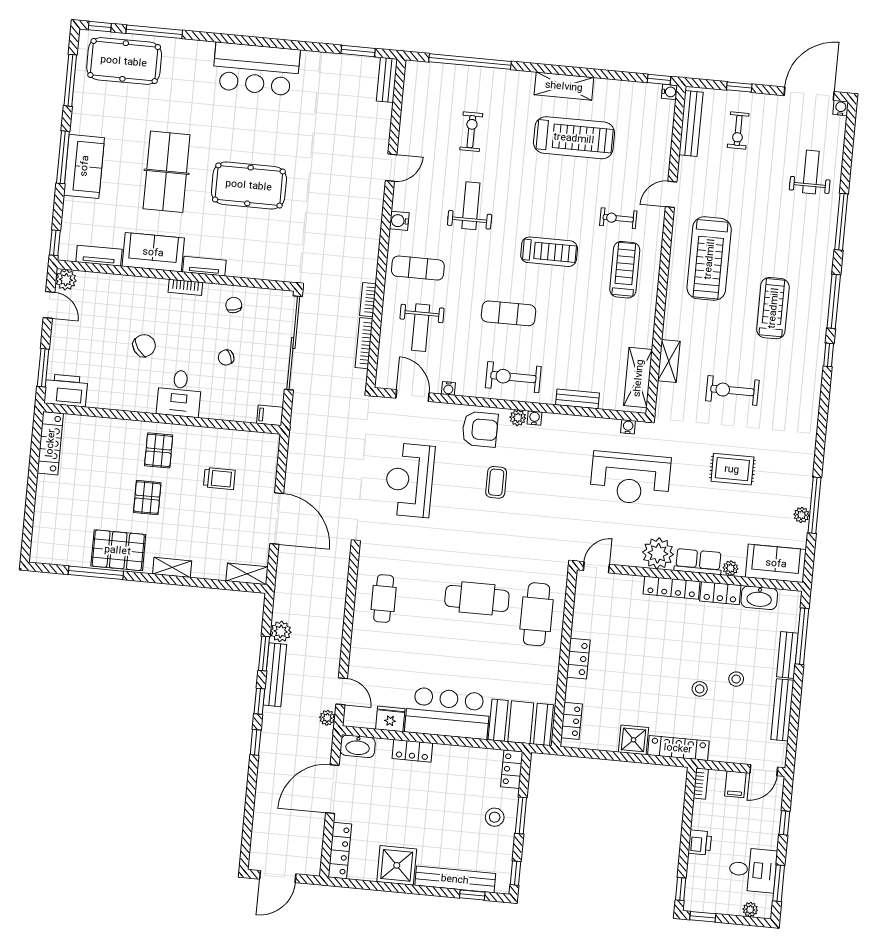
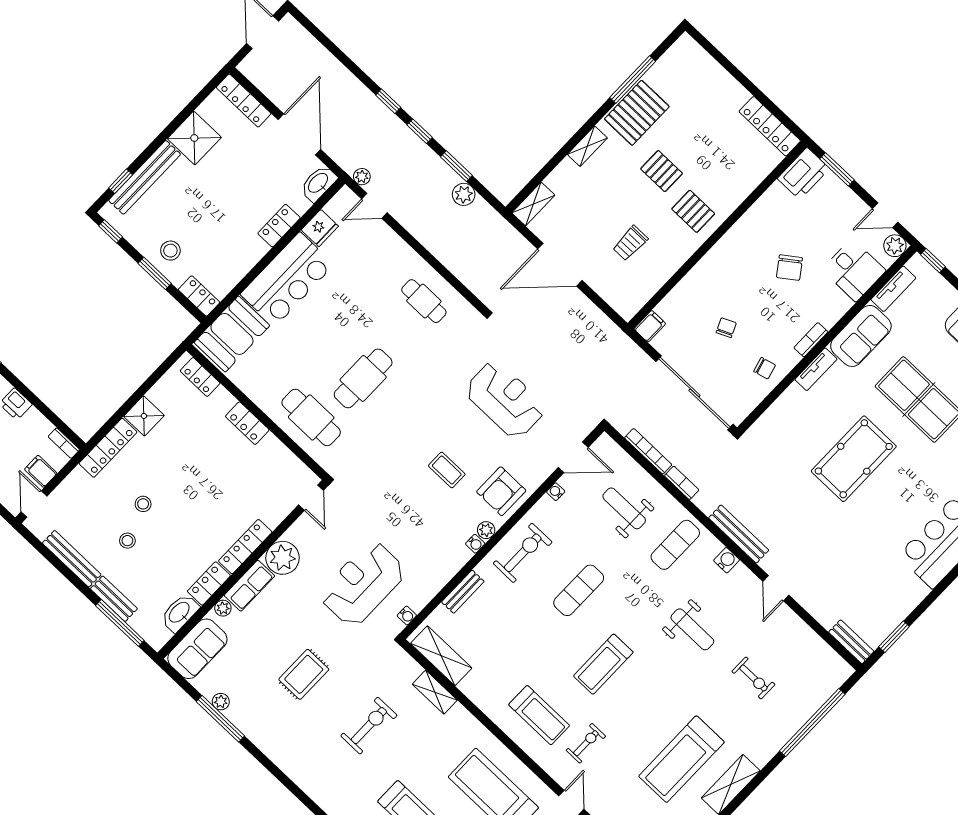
desk: (179, 393) -> (854, 270), moved, turned 180
bench: (275, 675) -> (739, 534), moved

